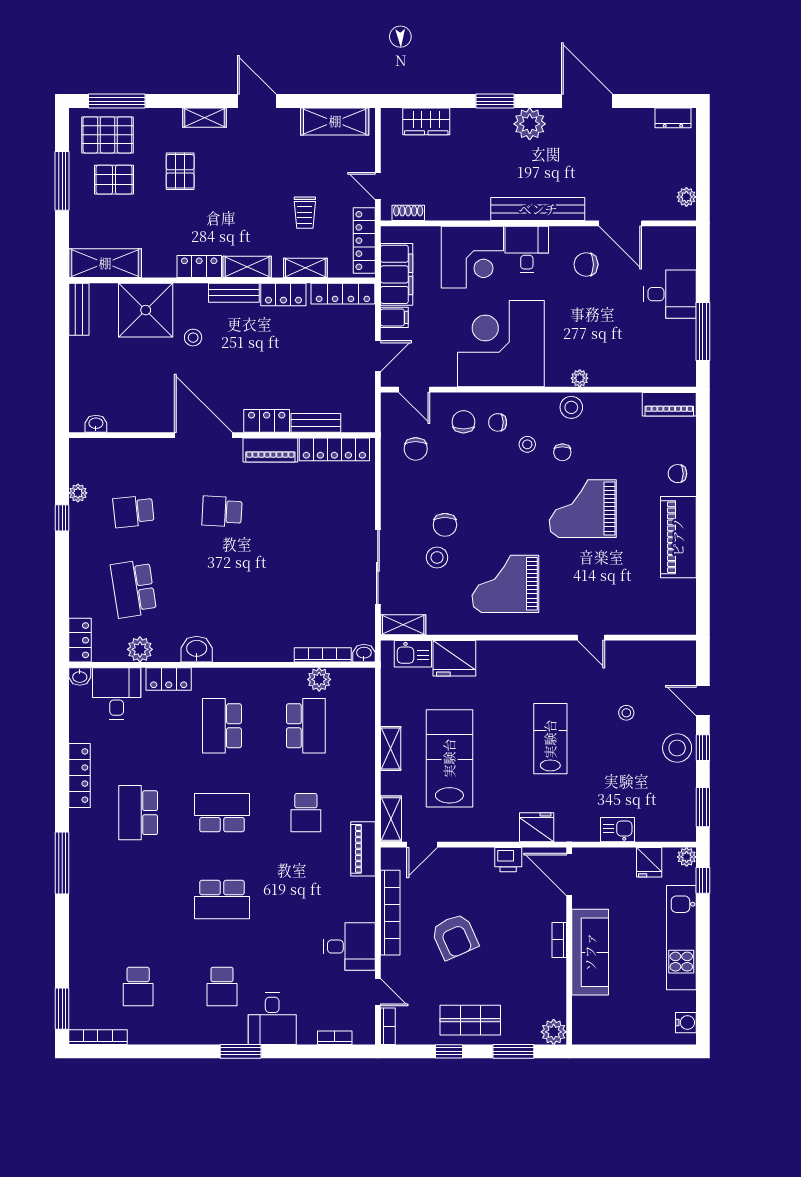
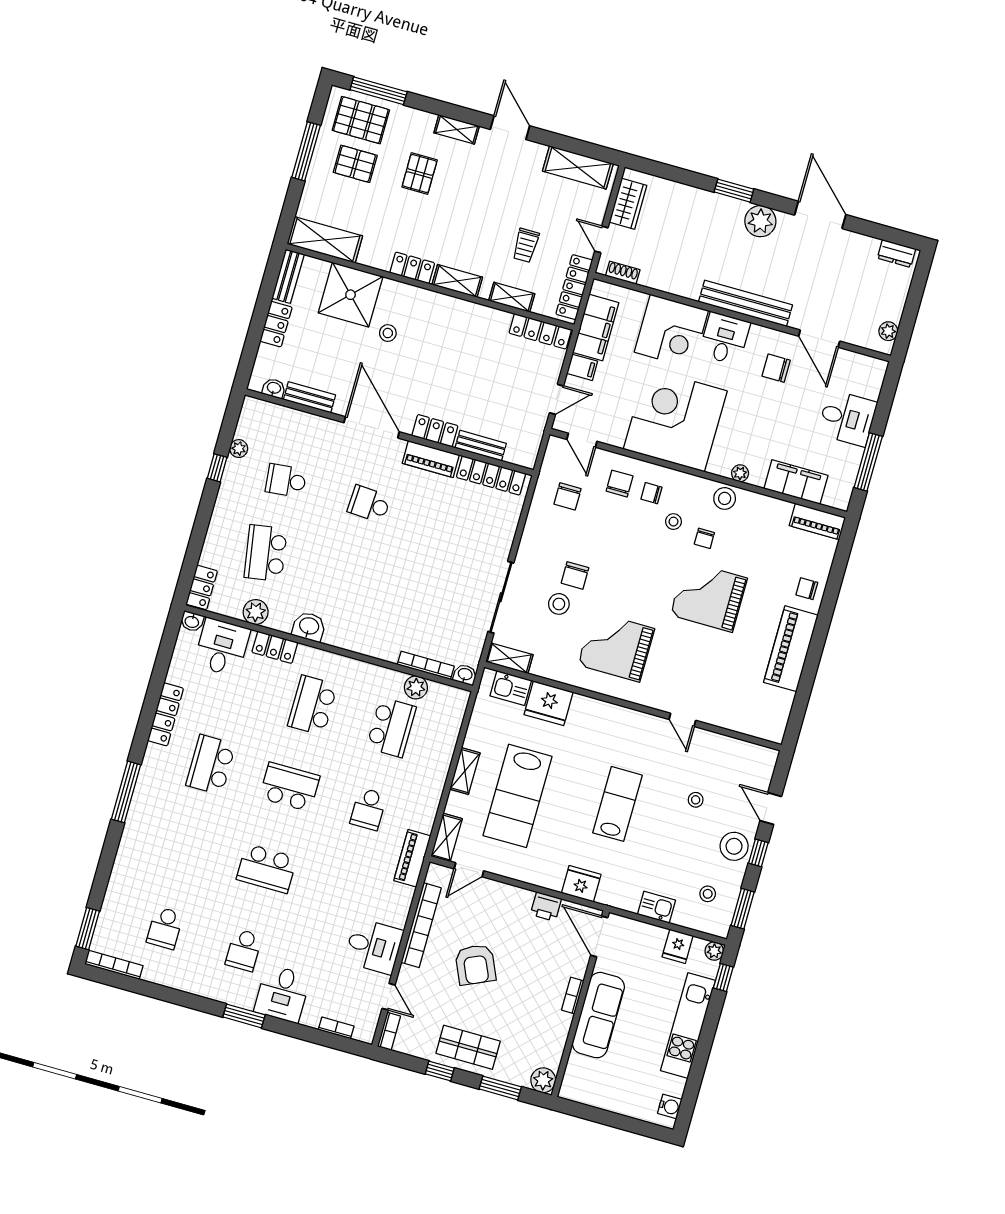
wardrobe: (426, 121) -> (628, 204), moved, turned -90
bench: (234, 293) -> (309, 397), moved
locker: (283, 294) -> (276, 324), moved, turned -90
filing cabinet: (637, 371) -> (796, 482), added
lab bench: (449, 758) -> (518, 796), turned 180
stool: (664, 802) -> (708, 894), added

